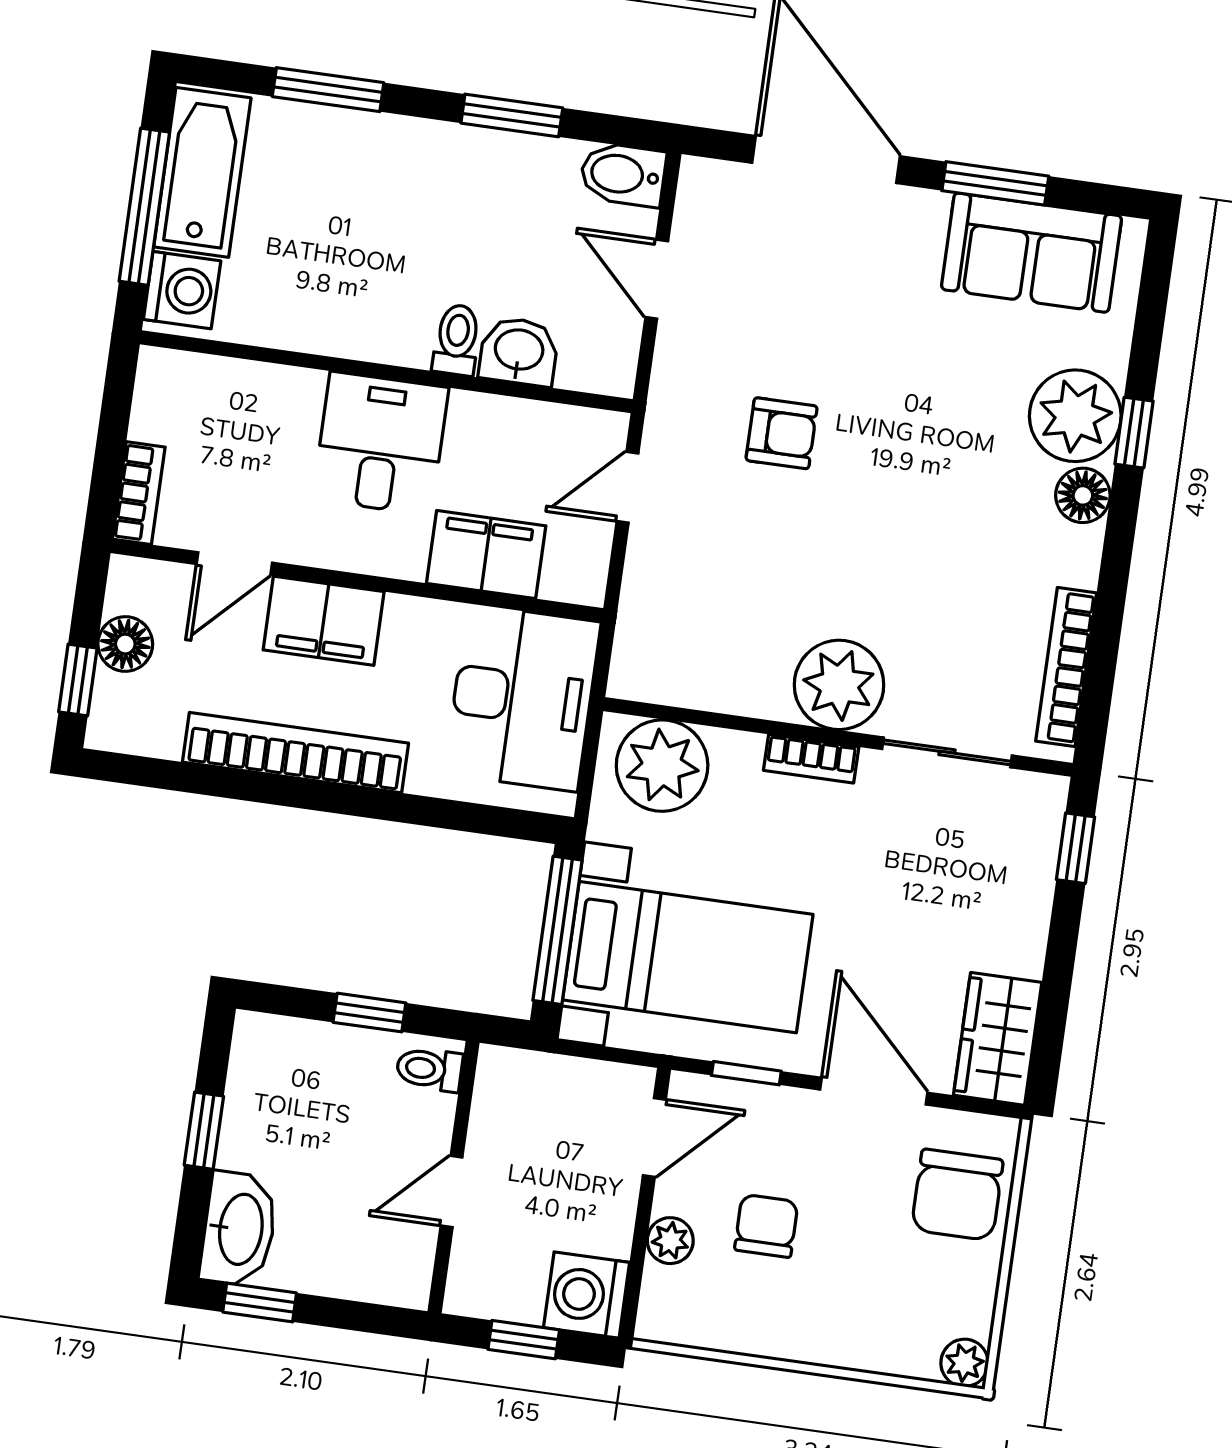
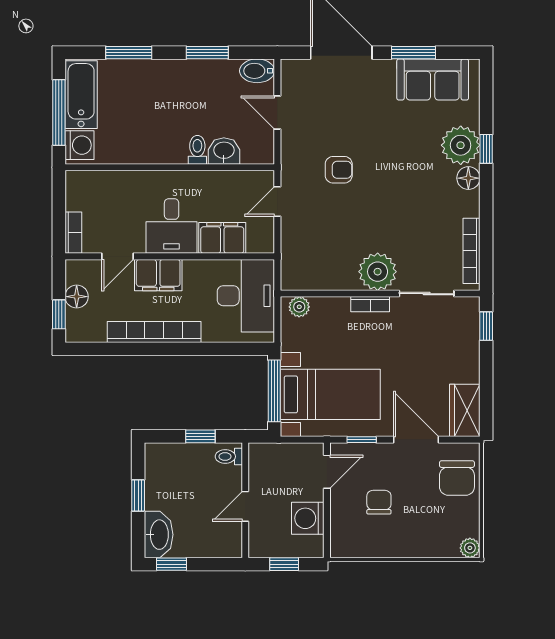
desk: (381, 443) -> (172, 226), moved, turned 180
plant: (662, 766) -> (299, 307), width x0.53, depth x0.53
plant: (670, 1241) -> (340, 514), removed
washing machine: (587, 1295) -> (308, 518), moved

